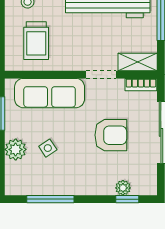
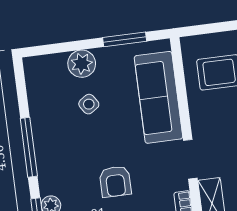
armchair: (111, 135) -> (115, 181), width x0.72, depth x0.72
window: (50, 199) -> (29, 147), moved

